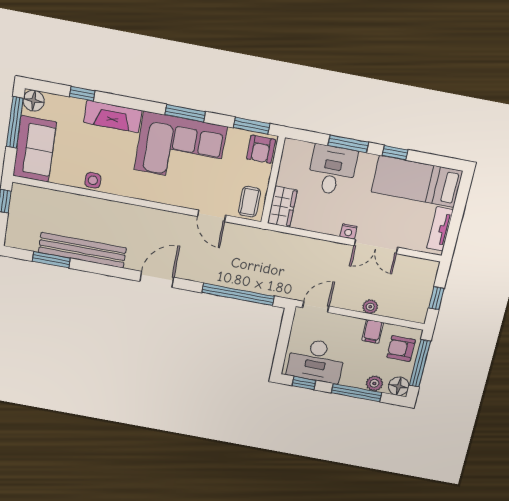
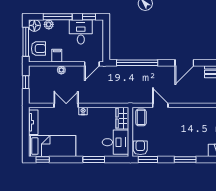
corner sofa: (180, 148) -> (184, 140), removed
window: (395, 153) -> (43, 160), moved
desk: (332, 170) -> (116, 142), moved, turned -90
desk: (316, 361) -> (81, 32), width x0.73

